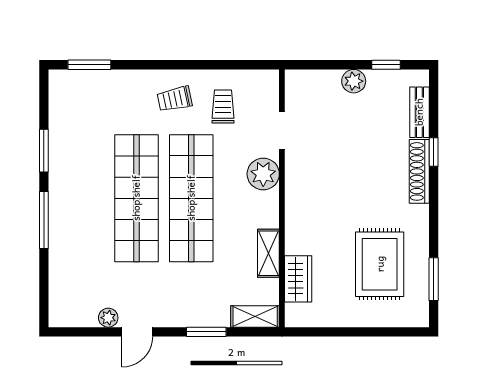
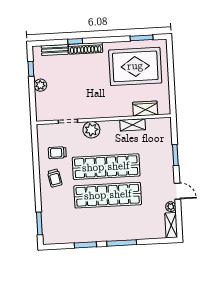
rug: (380, 264) -> (135, 66), width x1.37, depth x1.44
shelving: (255, 316) -> (171, 225), moved

